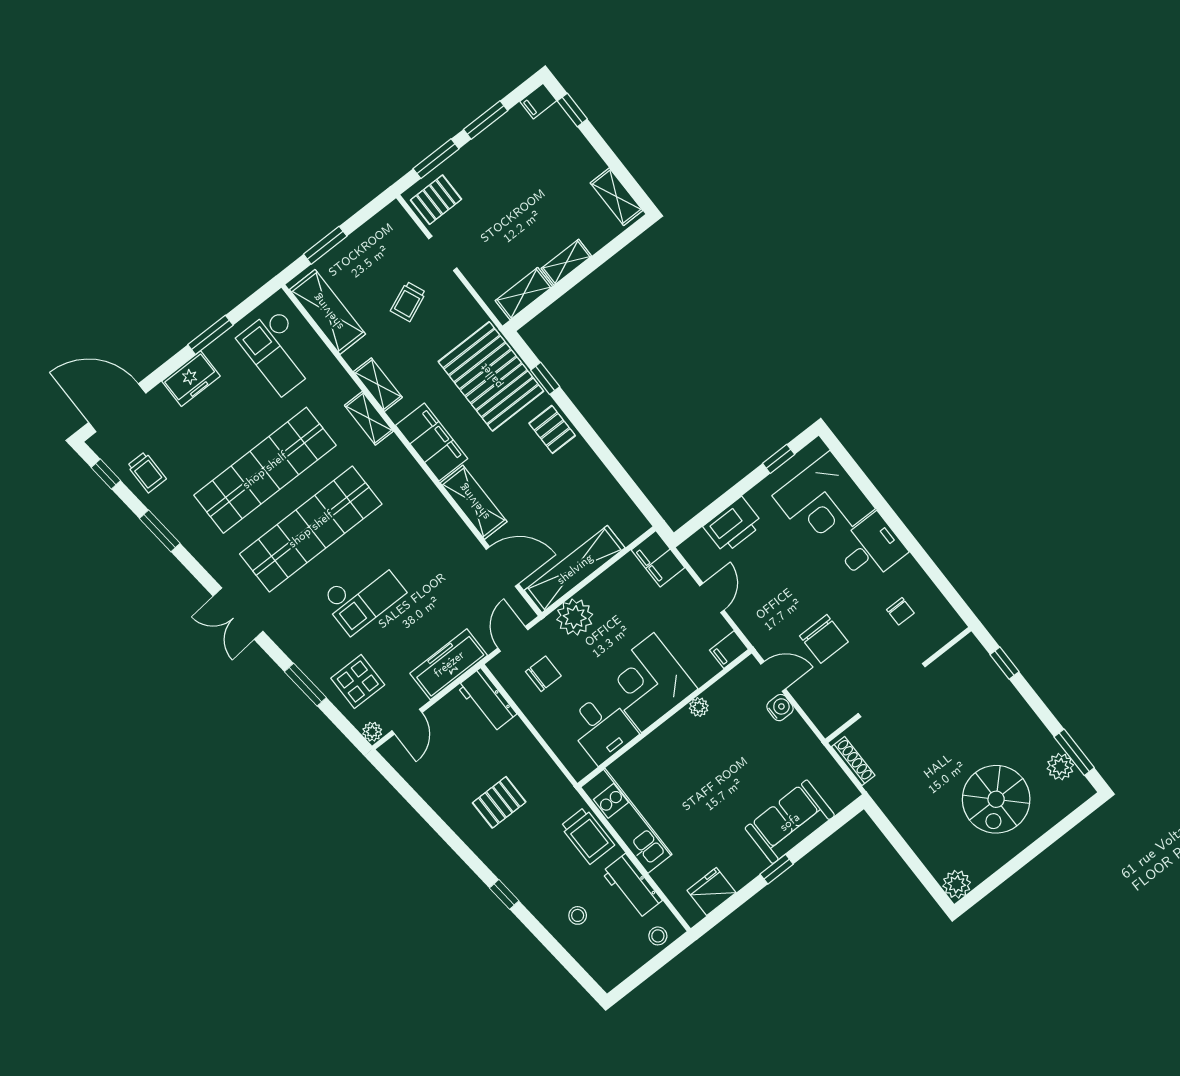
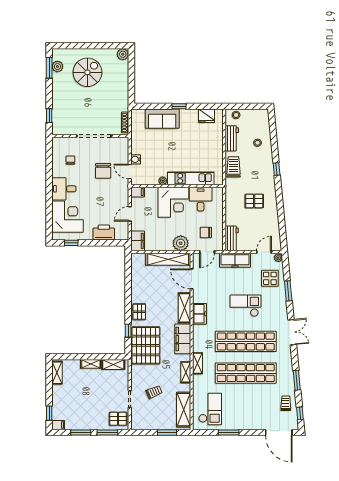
freezer: (191, 379) -> (200, 314), moved, turned 90
chair: (824, 639) -> (103, 171), turned 180
kitchen unit: (626, 821) -> (191, 178), moved, turned 90

